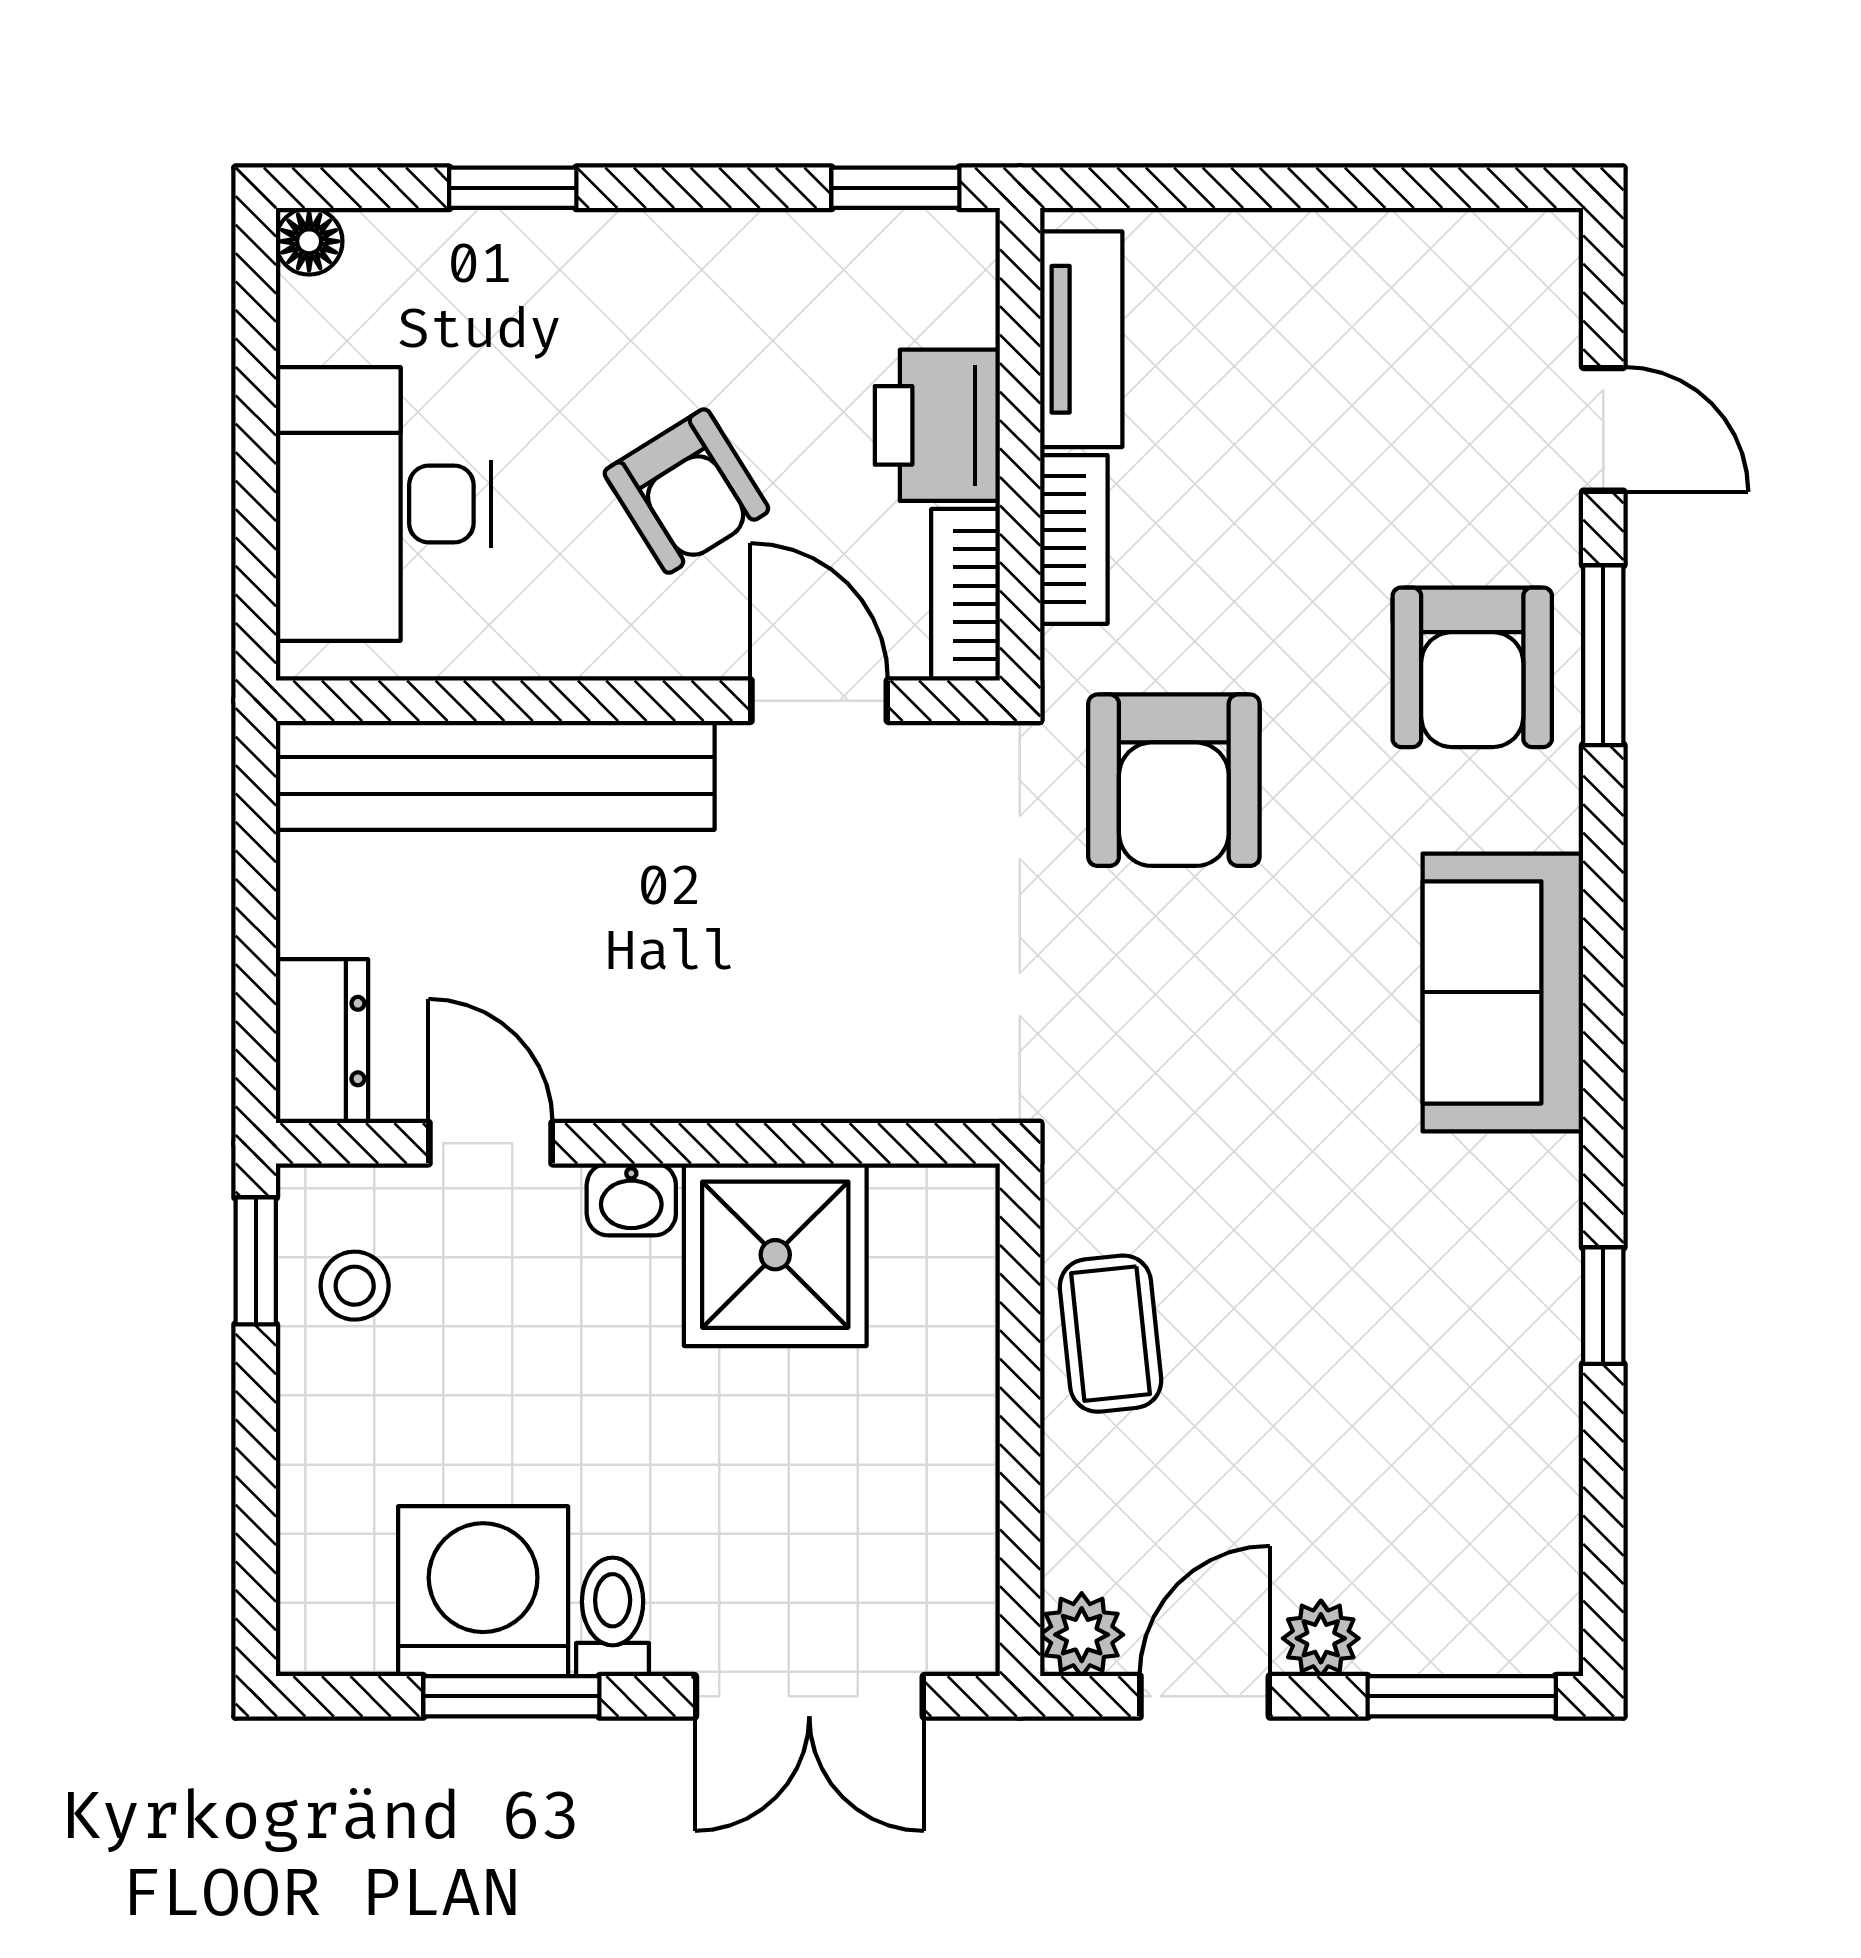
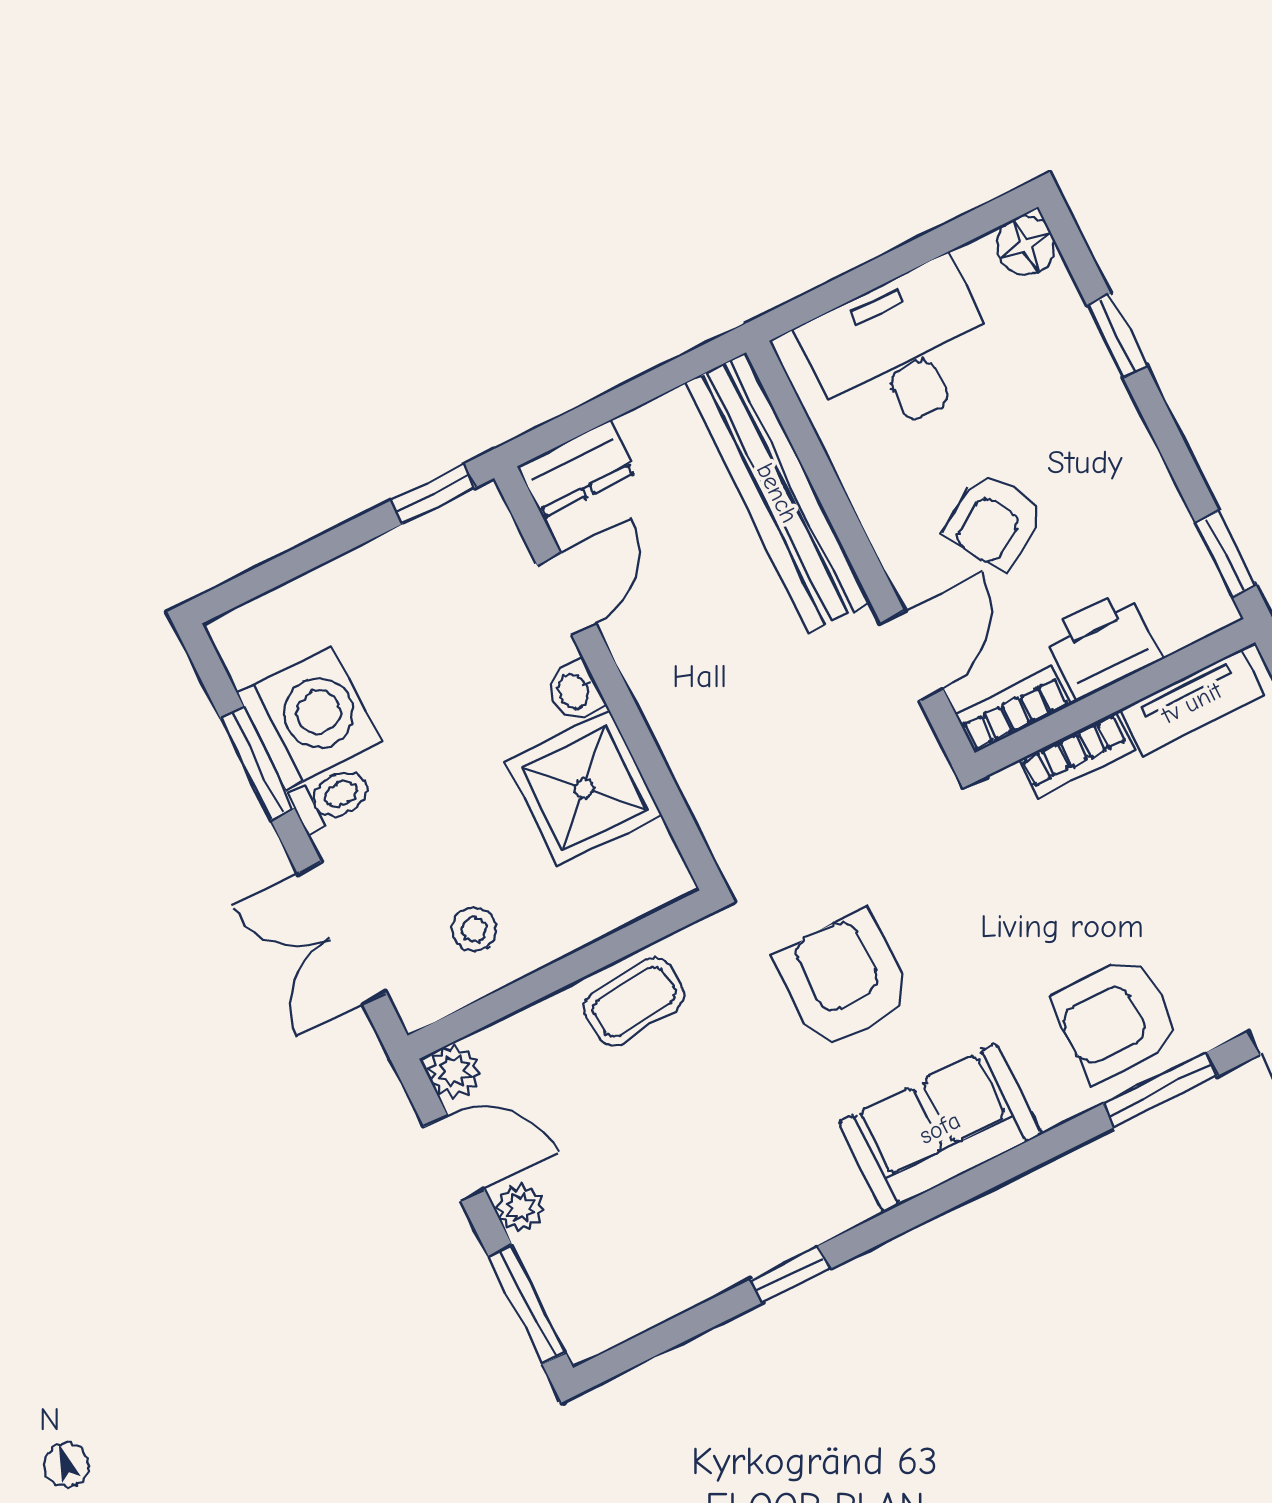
floor lamp: (309, 241) -> (1025, 246), width x1.37, depth x1.37
armchair: (1174, 780) -> (844, 980), moved, turned 90
stool: (355, 1286) -> (474, 929), moved

